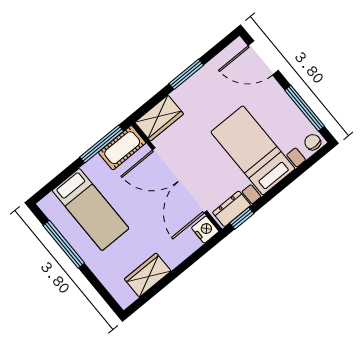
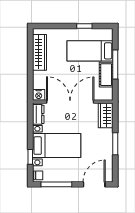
window: (102, 144) -> (115, 65), moved
cot: (122, 148) -> (106, 75), moved
window: (242, 218) -> (30, 157), moved
window: (64, 244) -> (84, 26), width x0.46
wardrobe: (148, 275) -> (40, 52), width x1.50

